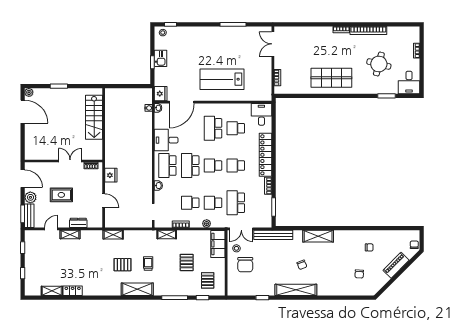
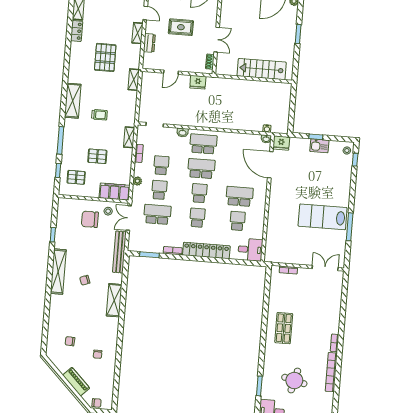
shop shelf: (331, 78) -> (284, 328), width x0.70, depth x0.74
lab bench: (222, 79) -> (323, 217), moved, turned -90
desk: (166, 140) -> (231, 145), removed
rug: (61, 195) -> (181, 27), turned 90
pallet: (123, 265) -> (105, 57), moved, width x1.50, depth x1.42

